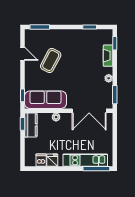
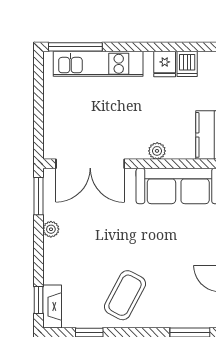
fireplace: (108, 56) -> (52, 307), moved
coffee table: (51, 60) -> (125, 295), moved
double door: (89, 111) -> (90, 164), swing flipped

